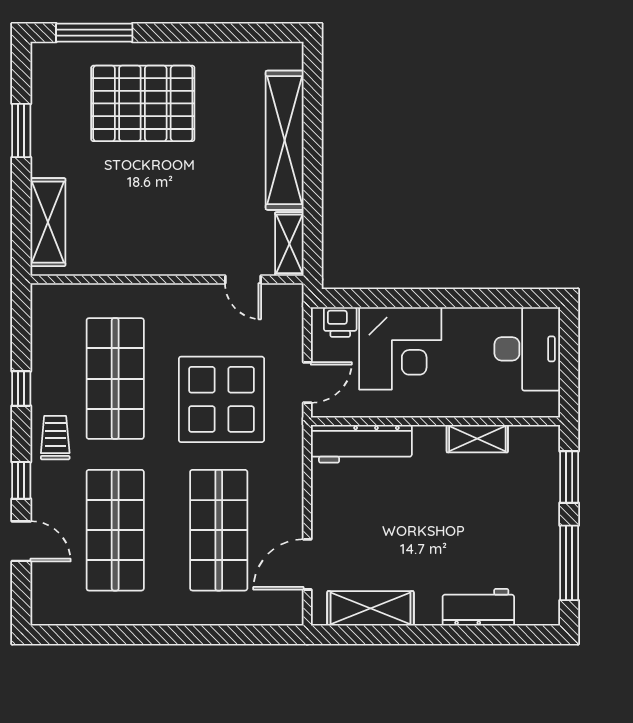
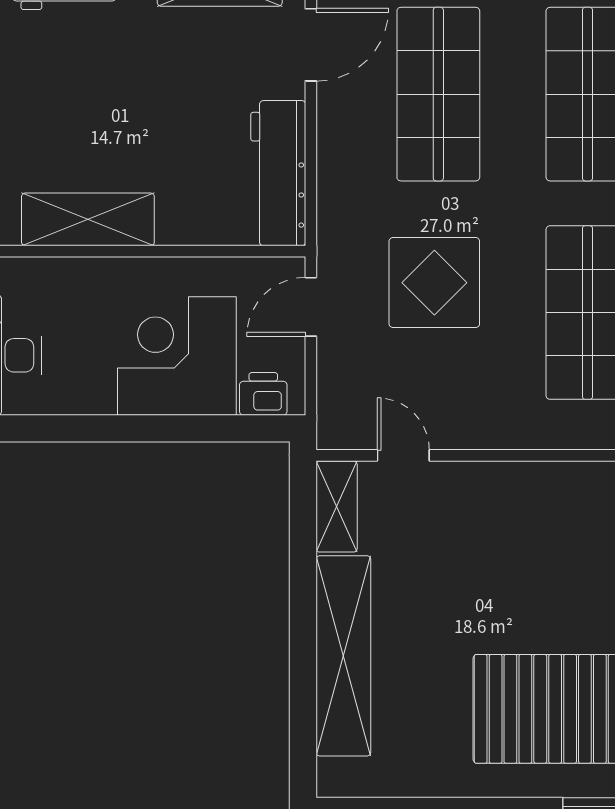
display table: (221, 399) -> (434, 283), width x0.73, depth x0.73
shelving: (477, 439) -> (88, 219), width x1.50, depth x1.33
workbench: (361, 444) -> (278, 173), moved, turned -90

